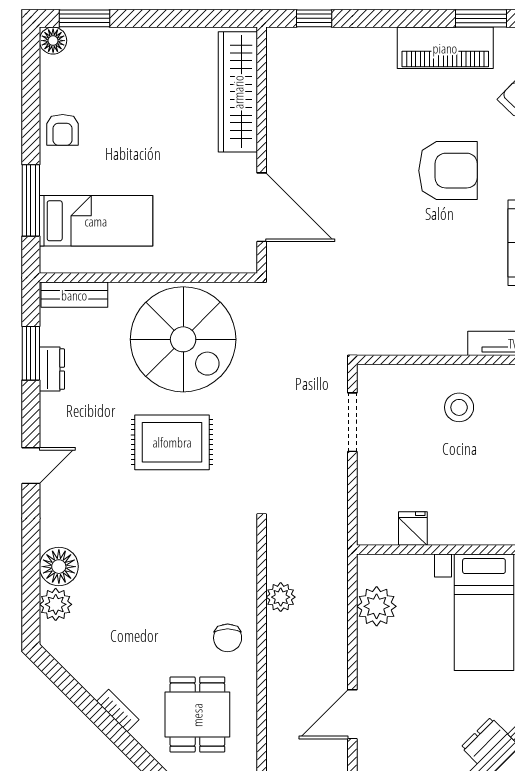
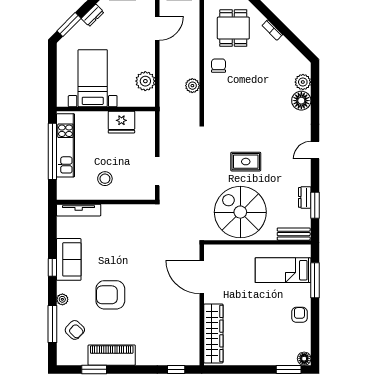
rug: (172, 442) -> (246, 162), width x0.73, depth x0.70
fridge: (413, 528) -> (121, 122), width x1.88, depth x1.34

